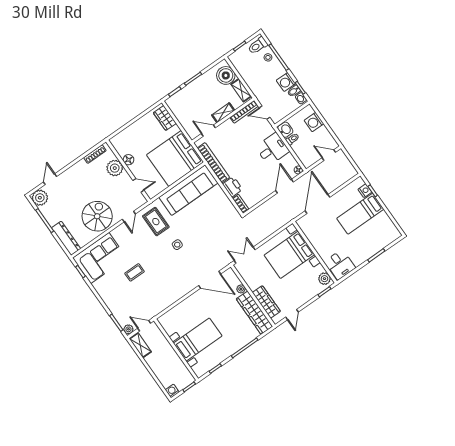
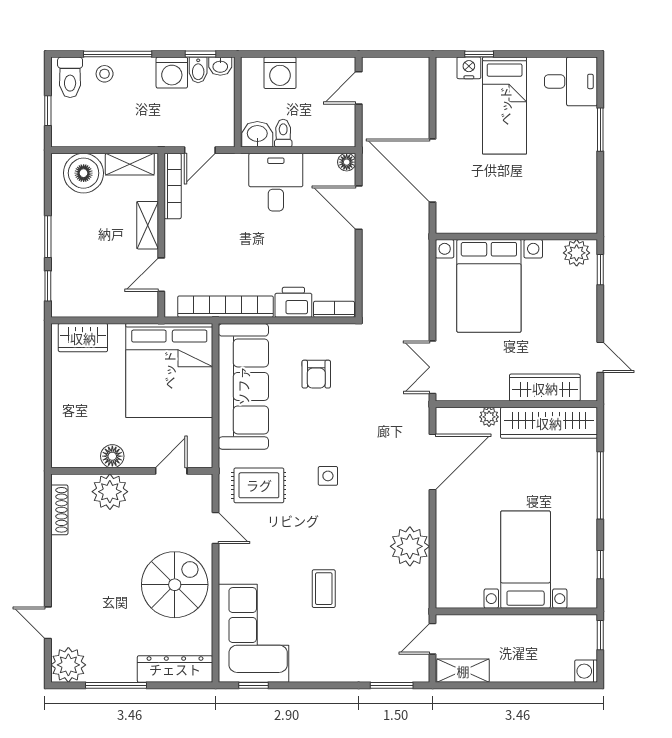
armchair: (212, 214) -> (316, 374), added
spiral stairs: (97, 216) -> (175, 585), turned 90
desk: (340, 265) -> (571, 81), moved
plant: (128, 329) -> (410, 546), moved, width x1.87, depth x1.87

